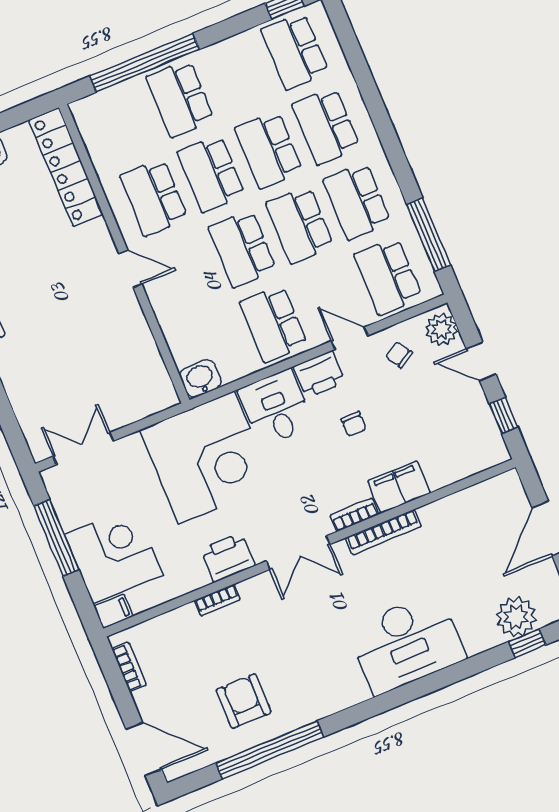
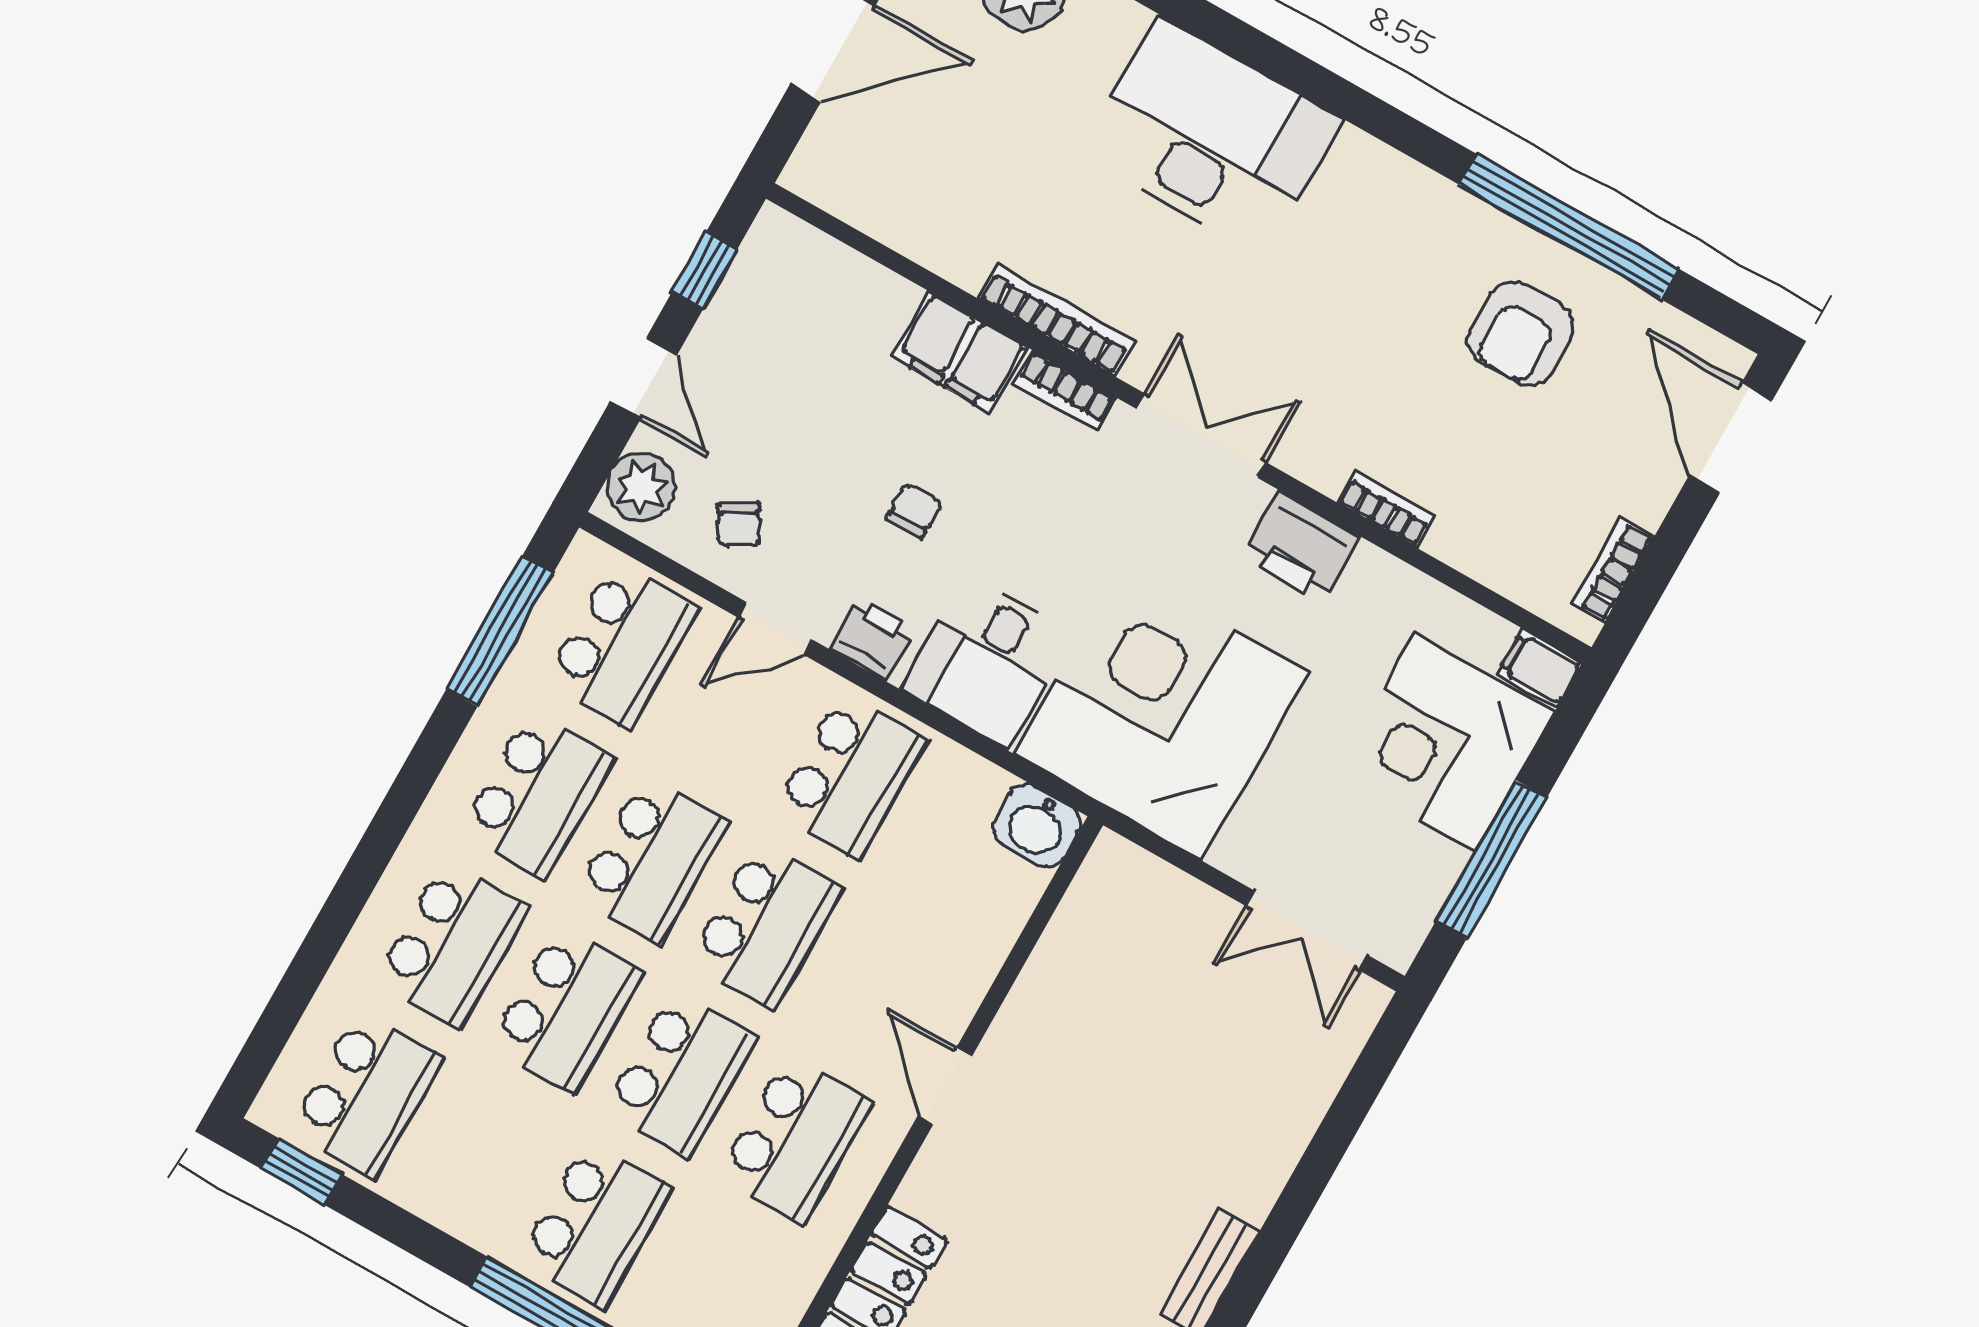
door: (350, 338) -> (776, 629), hinge flipped
printer: (319, 374) -> (872, 639), width x0.73, depth x0.81

